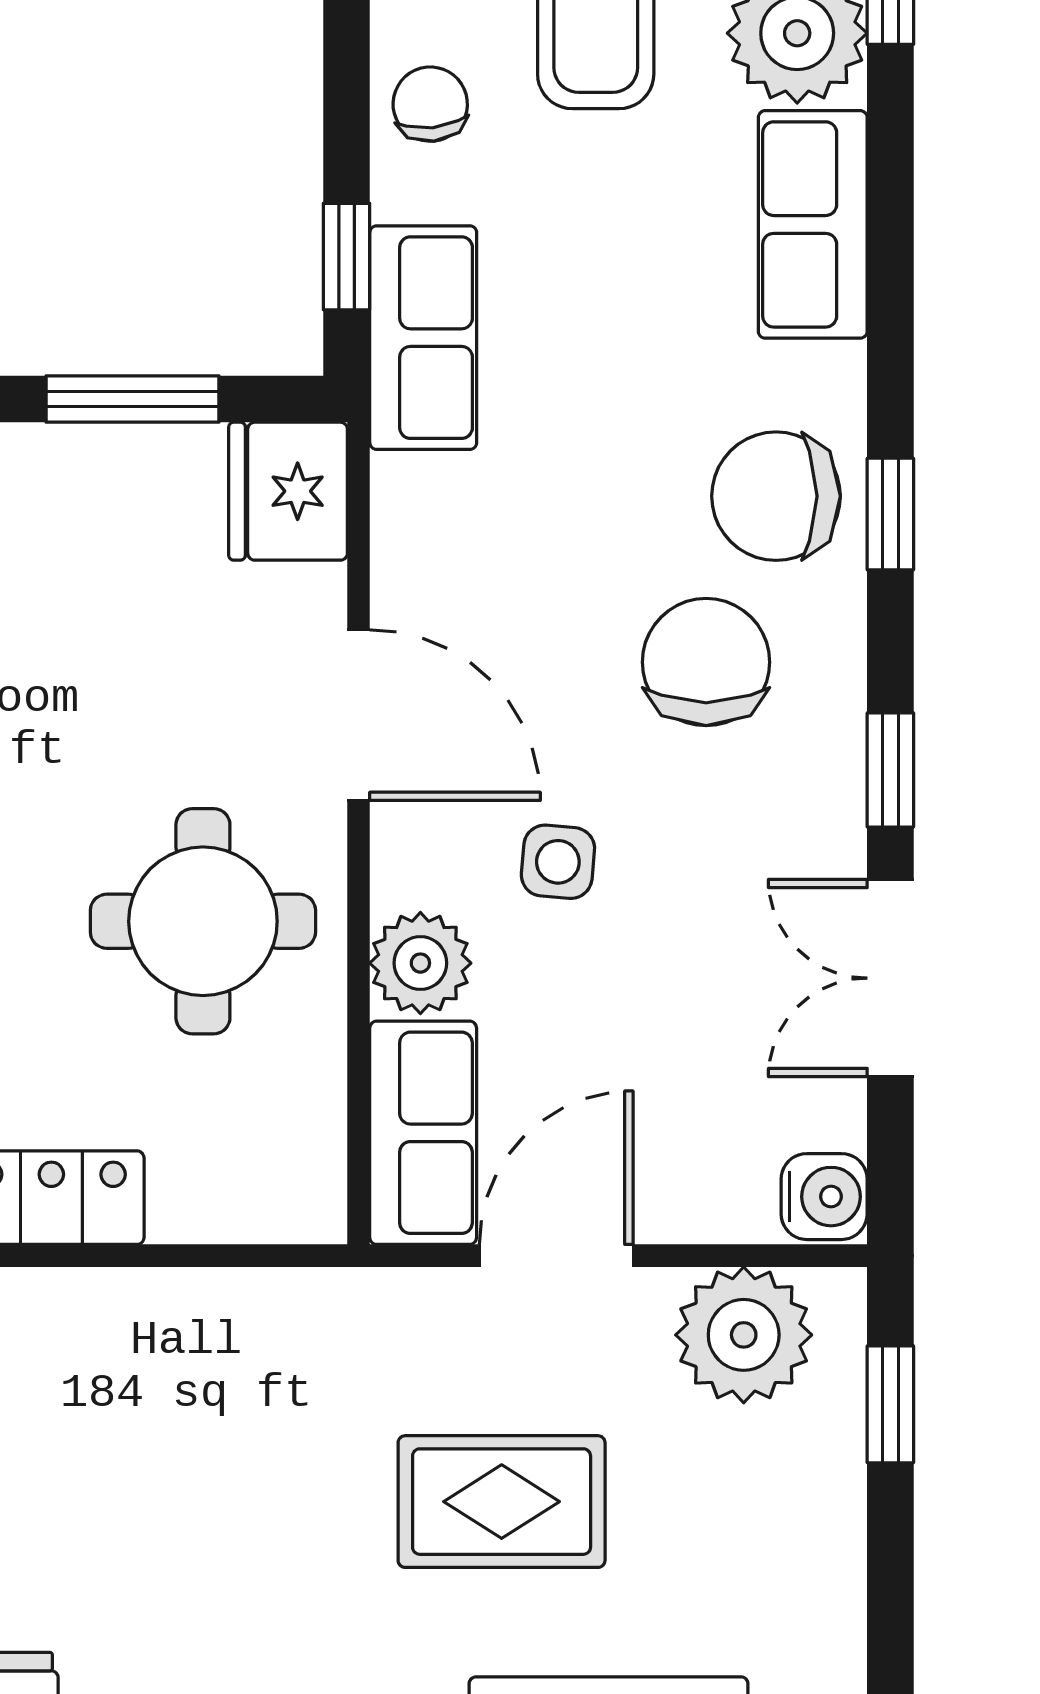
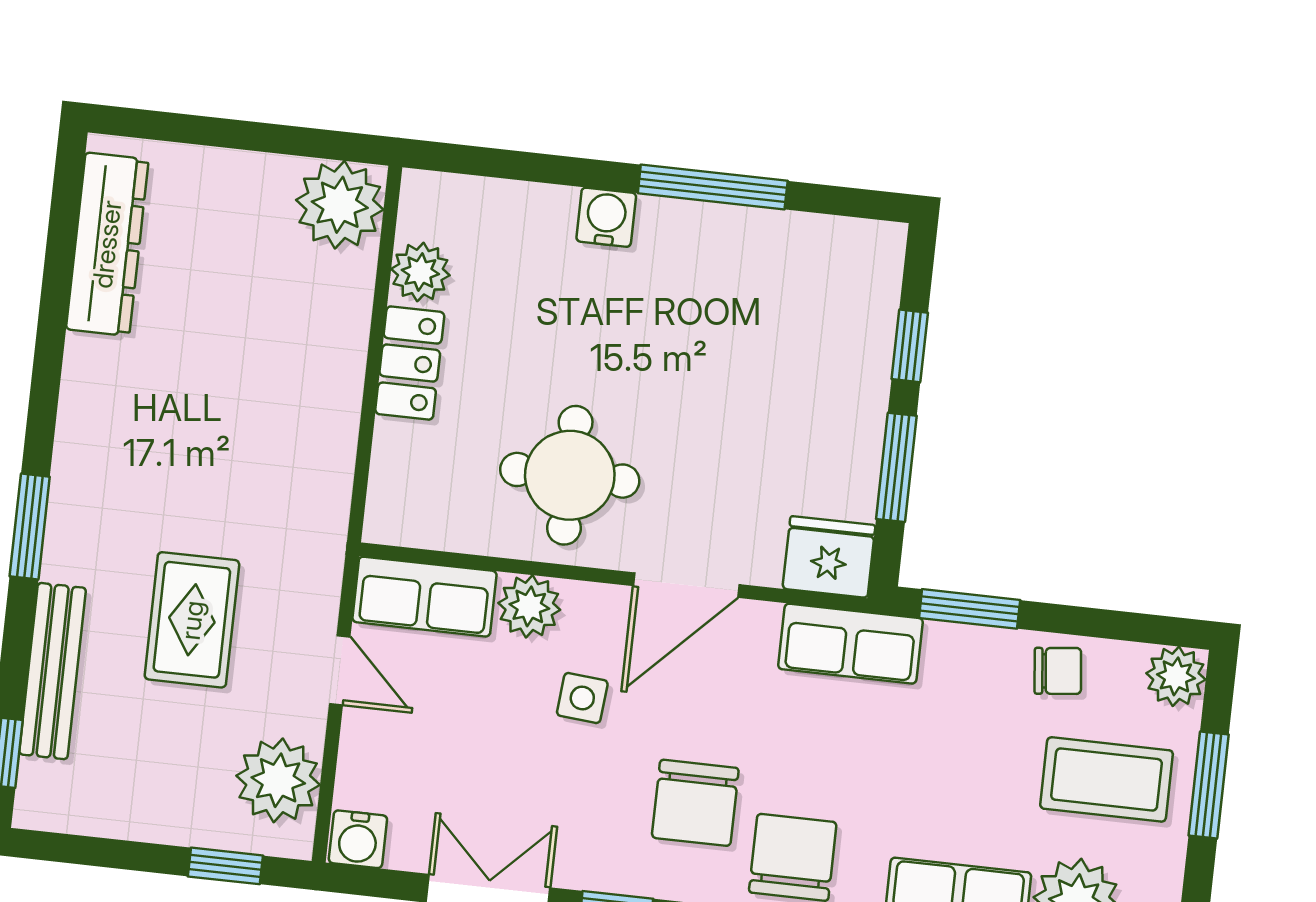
window: (347, 257) -> (970, 609), width x1.50
row of seats: (423, 338) -> (850, 644), moved
chair: (706, 662) -> (695, 803), turned 90
door: (556, 1256) -> (340, 670), width x0.73

